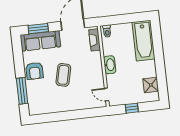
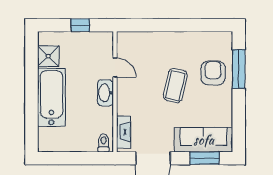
bathtub: (144, 41) -> (51, 97), moved
armchair: (35, 71) -> (213, 73), moved
door: (107, 95) -> (115, 67), moved

